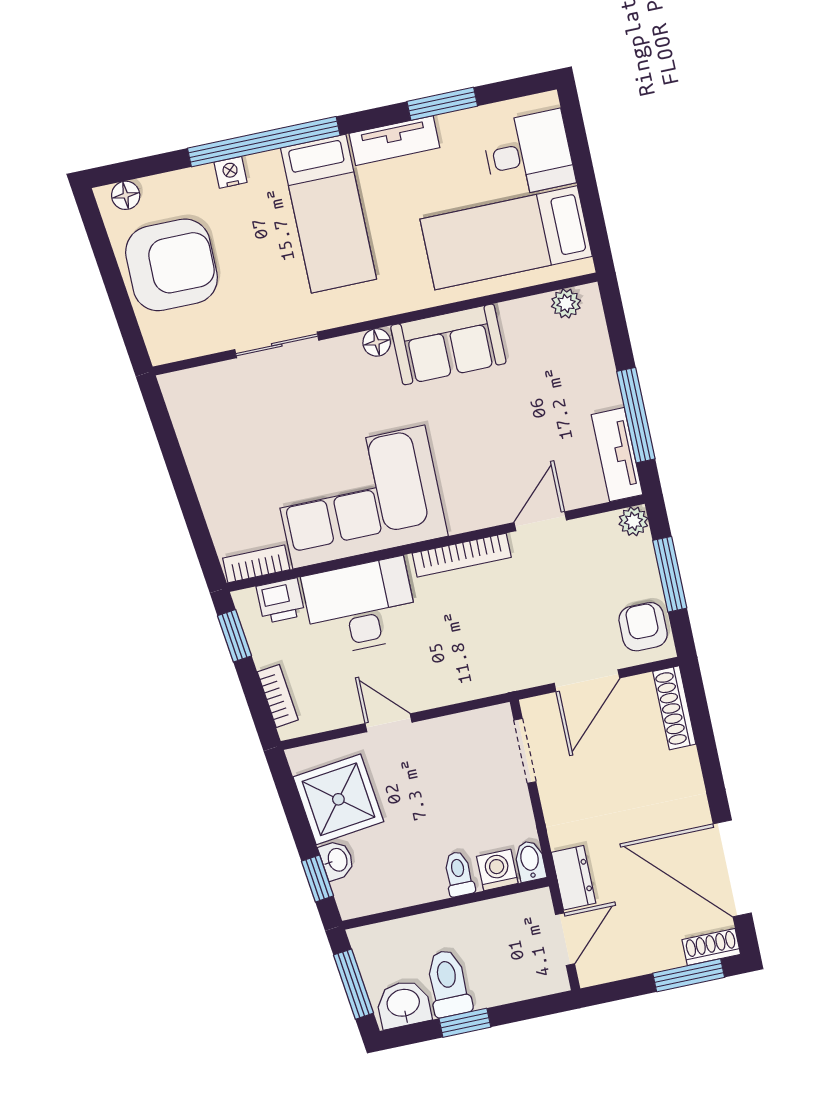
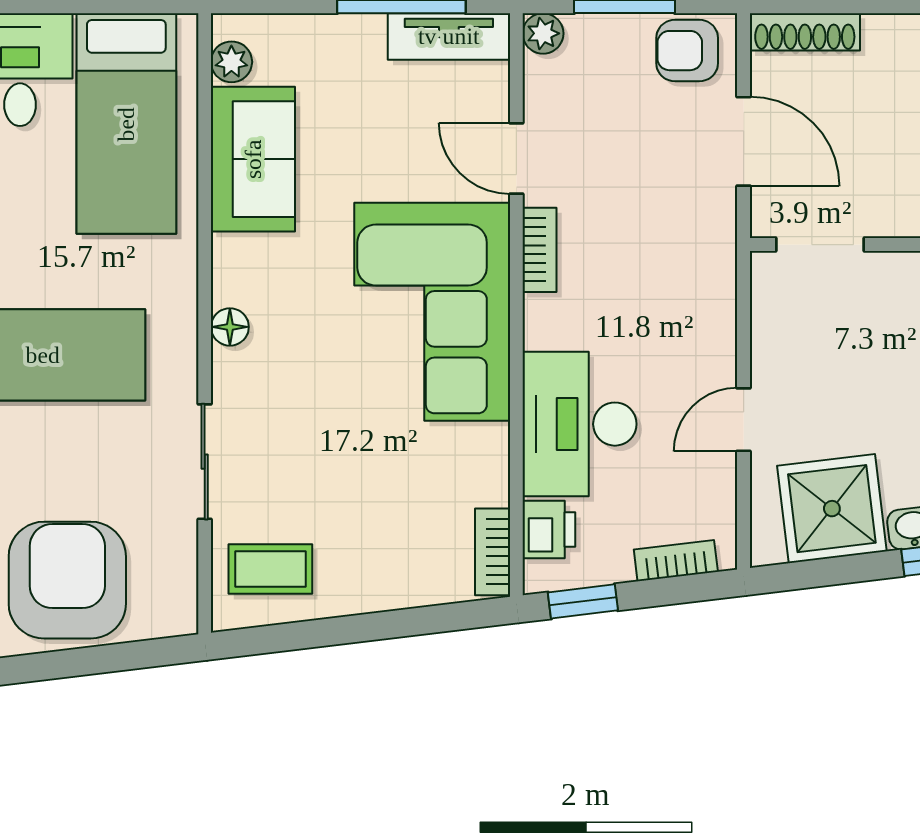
sofa: (448, 344) -> (253, 159), moved
coffee table: (210, 408) -> (270, 569), added
corner sofa: (359, 497) -> (432, 312), moved
bookcase: (462, 555) -> (540, 250), width x0.64

